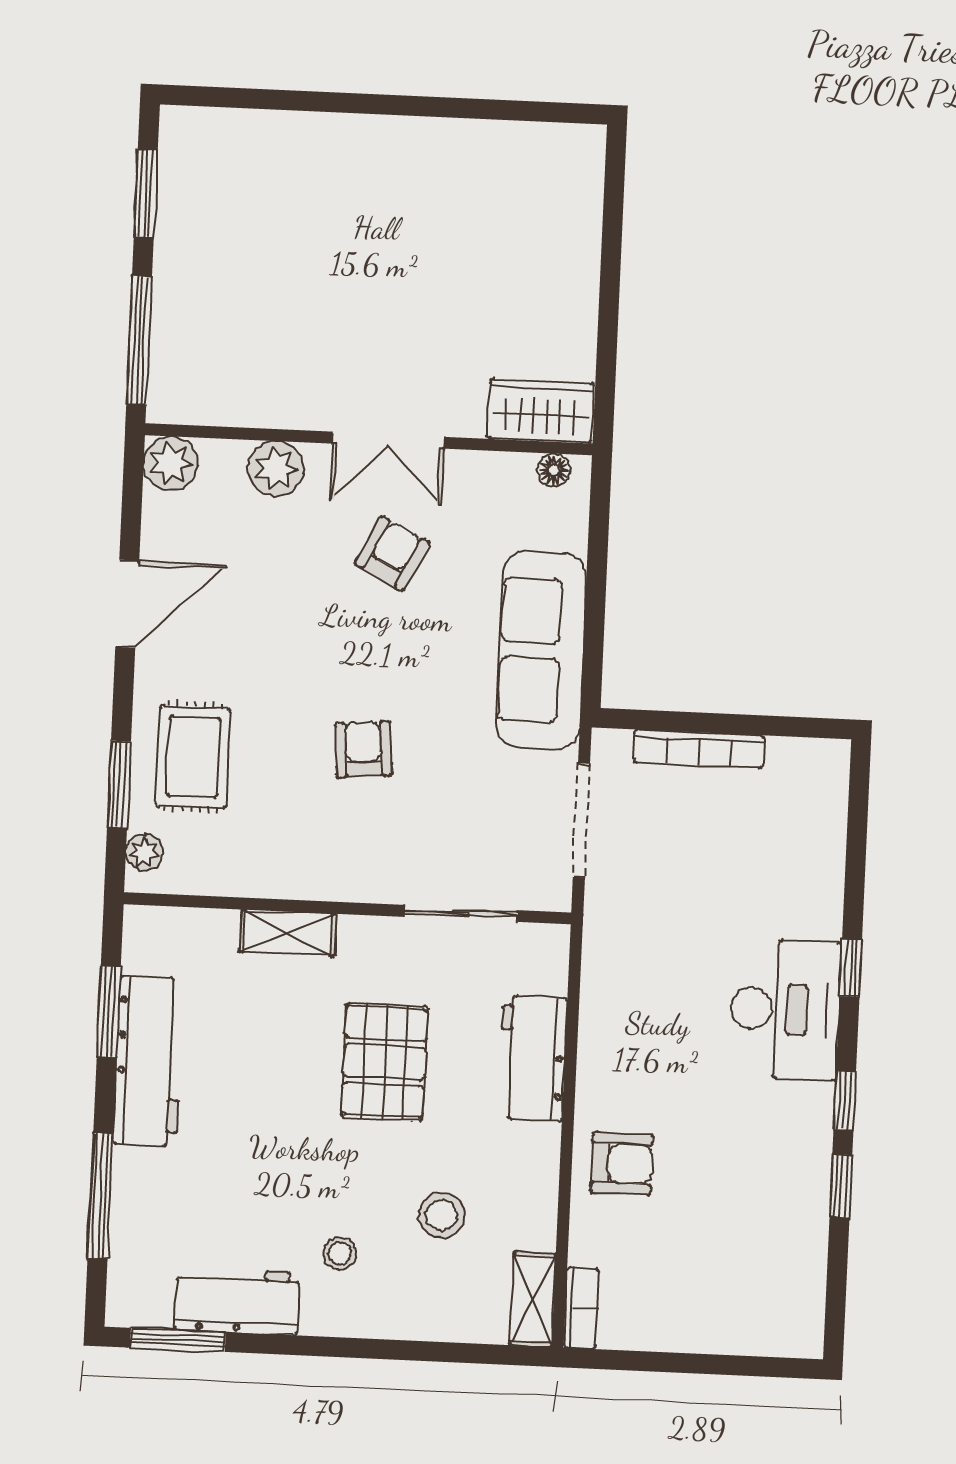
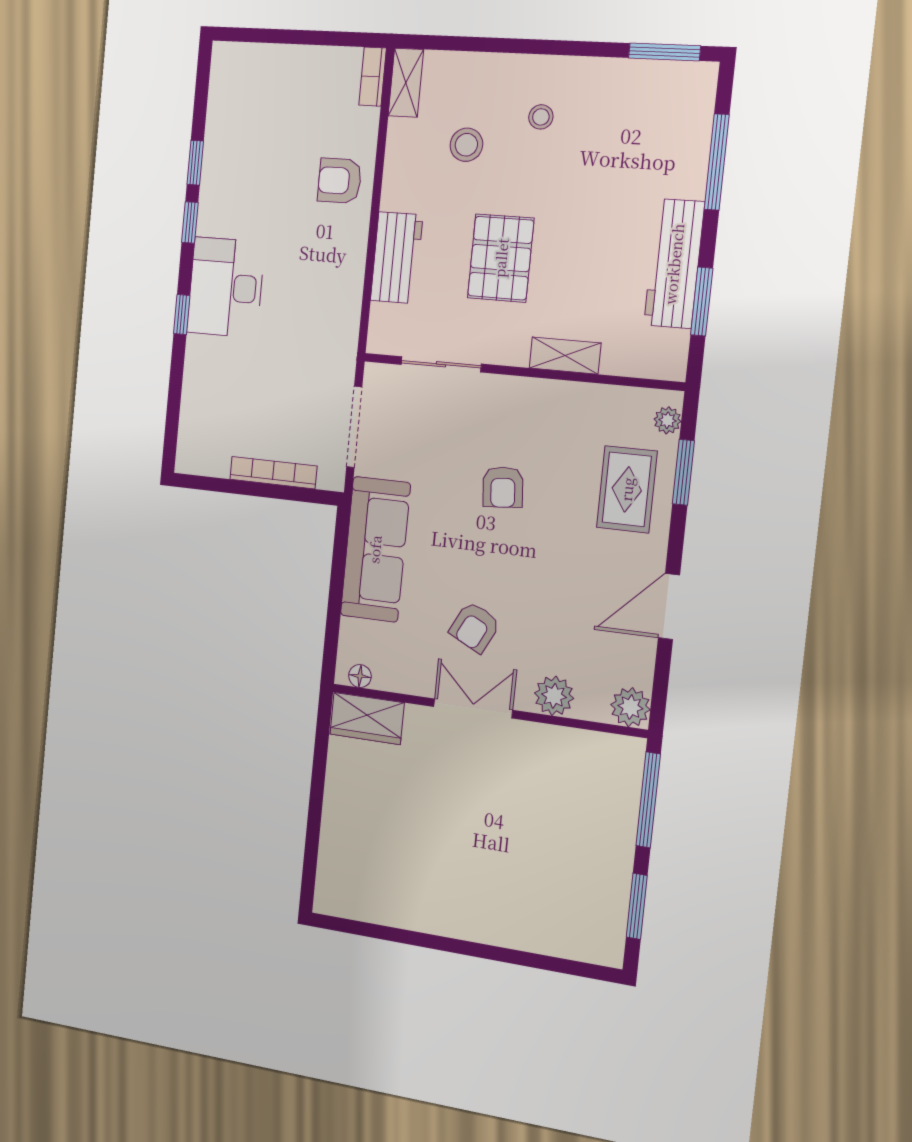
workbench: (237, 1301) -> (618, 81), removed

